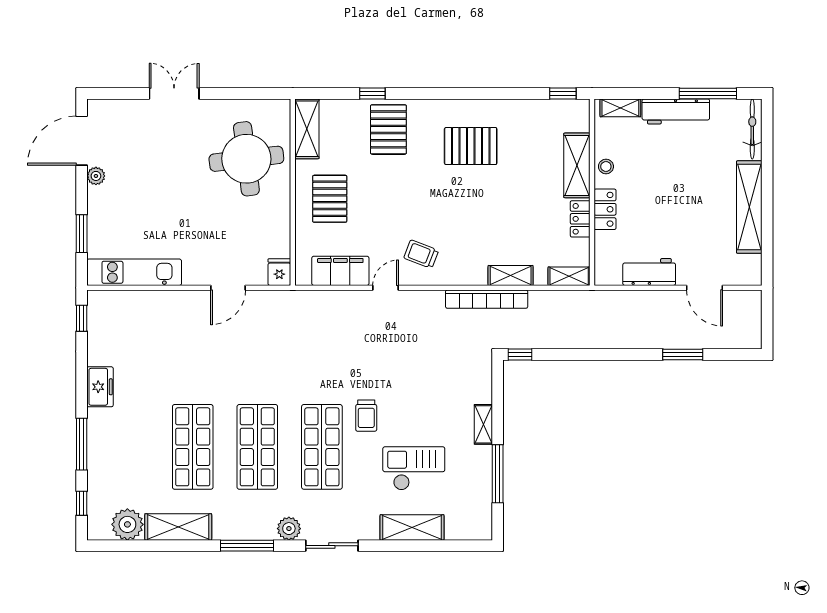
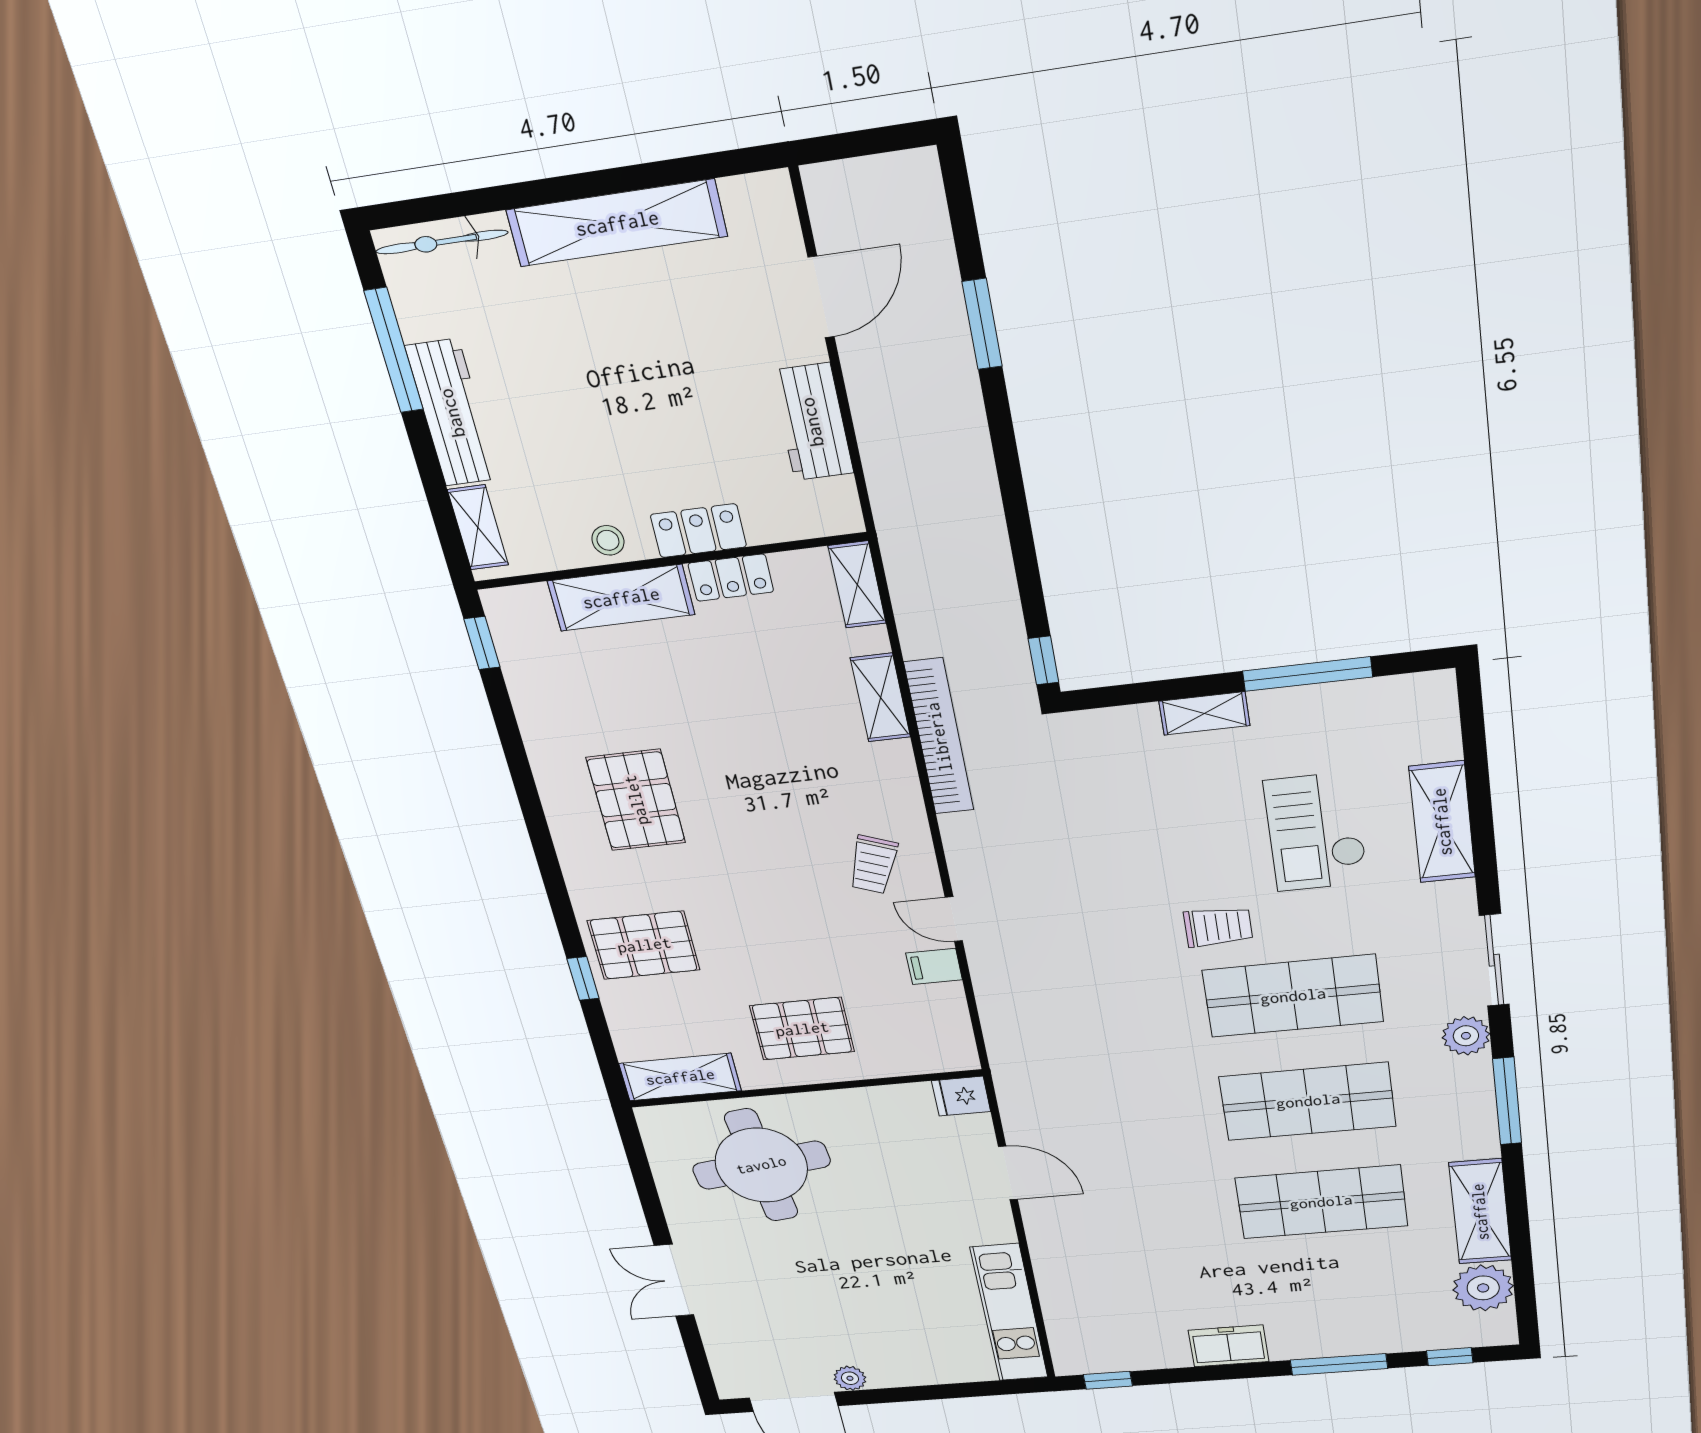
window: (82, 234) -> (957, 1391), removed
filing cabinet: (340, 271) -> (934, 966), width x0.33, depth x0.86

